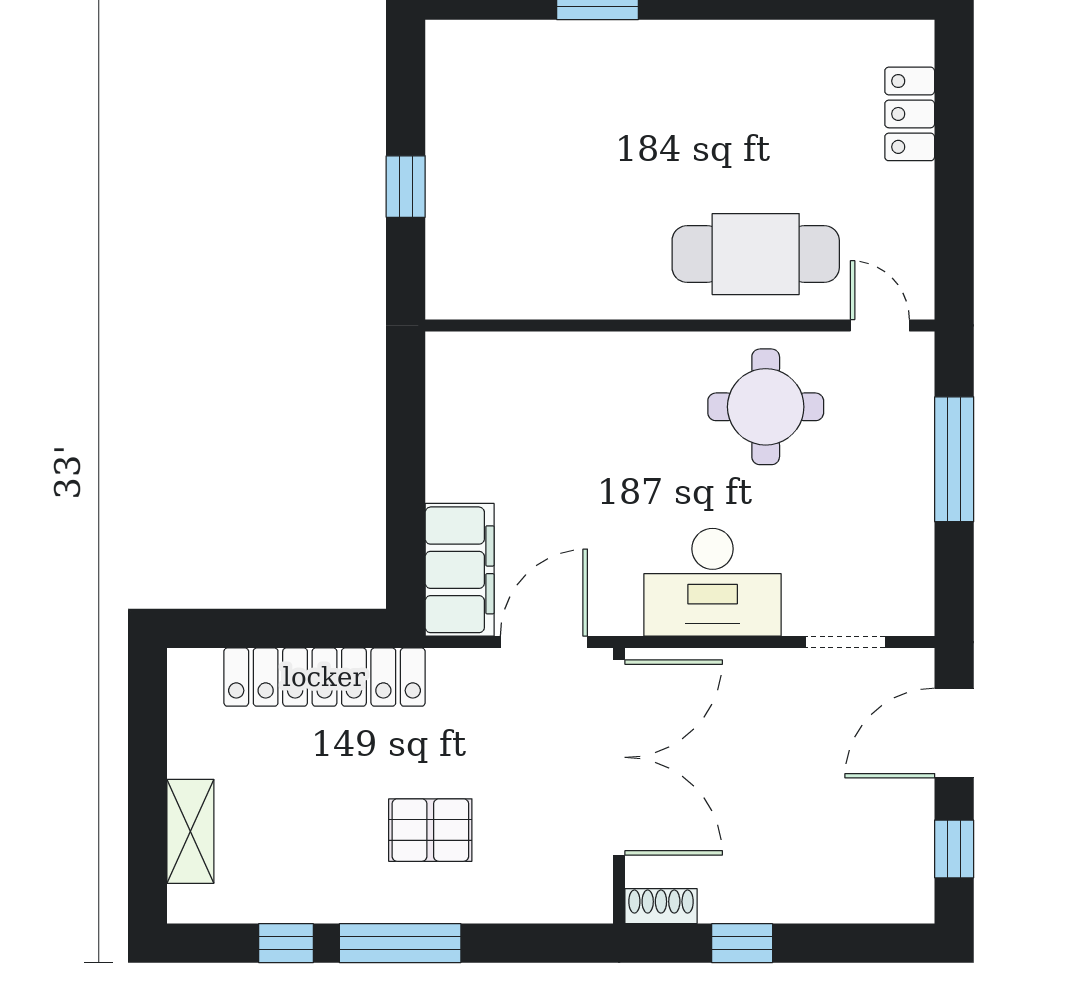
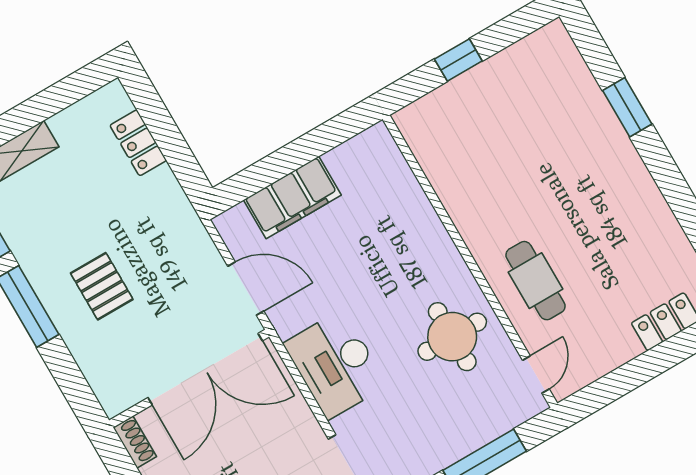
cafe table: (756, 254) -> (535, 281), width x0.73, depth x0.74
filing cabinet: (460, 570) -> (292, 198), moved
locker: (324, 677) -> (138, 143), width x0.46, depth x0.83

